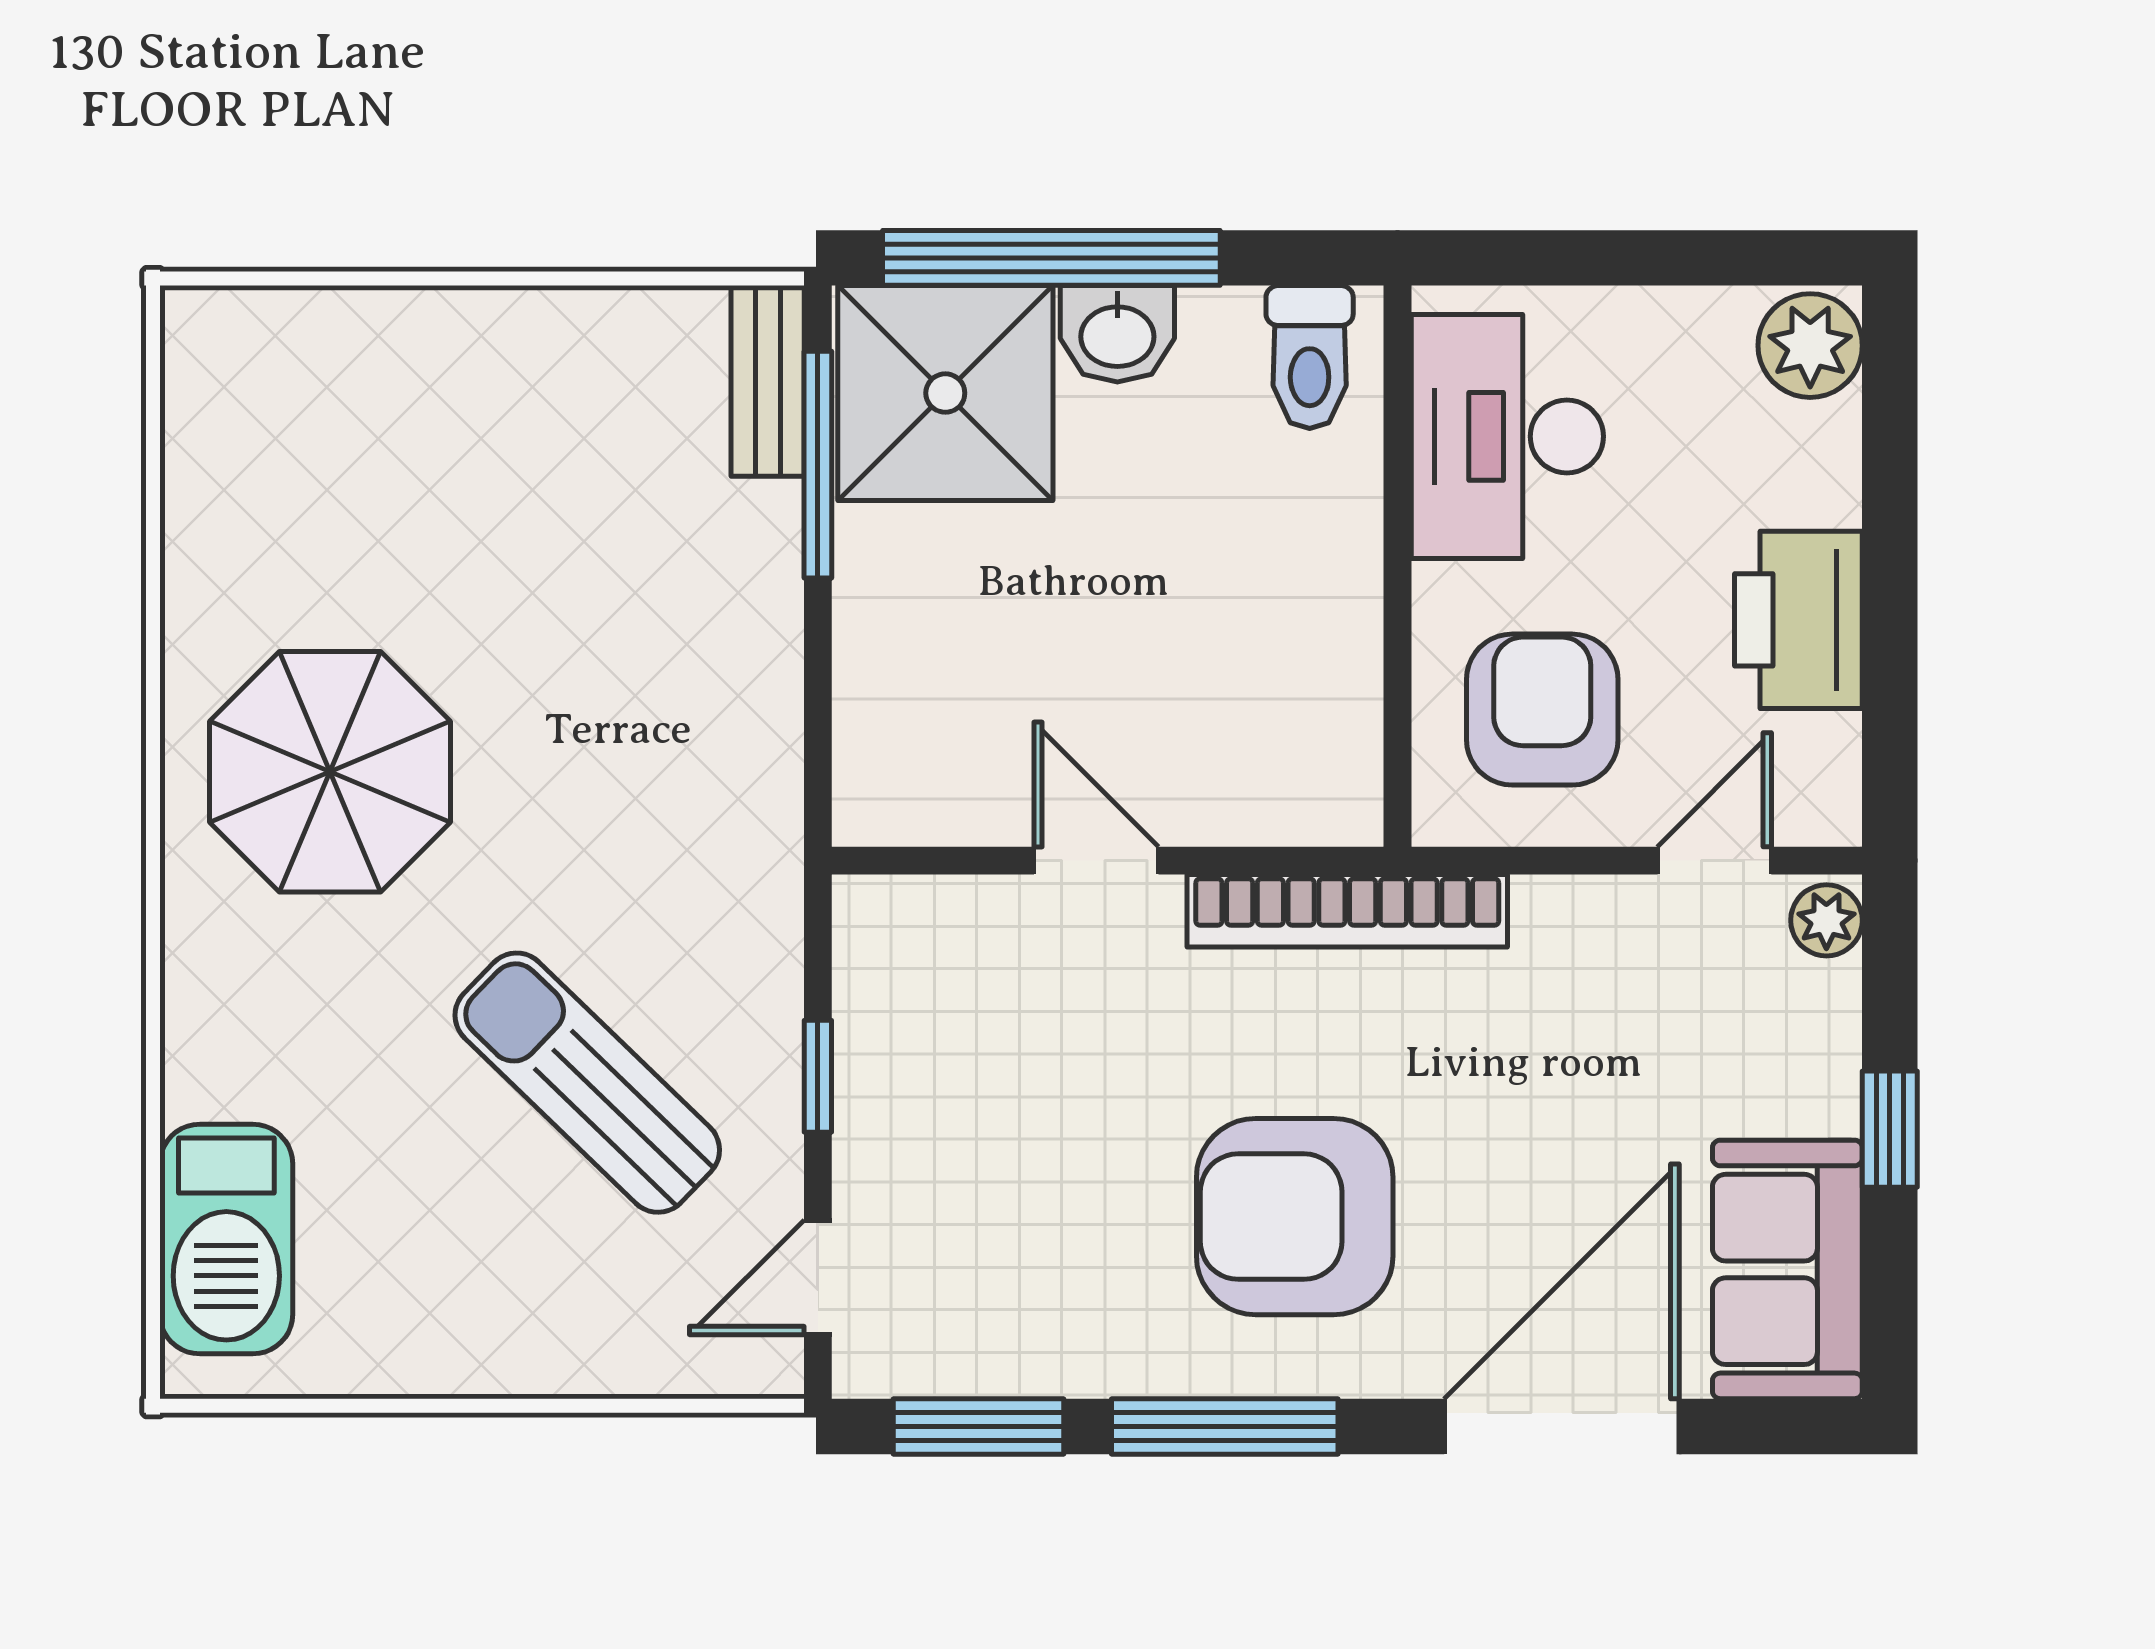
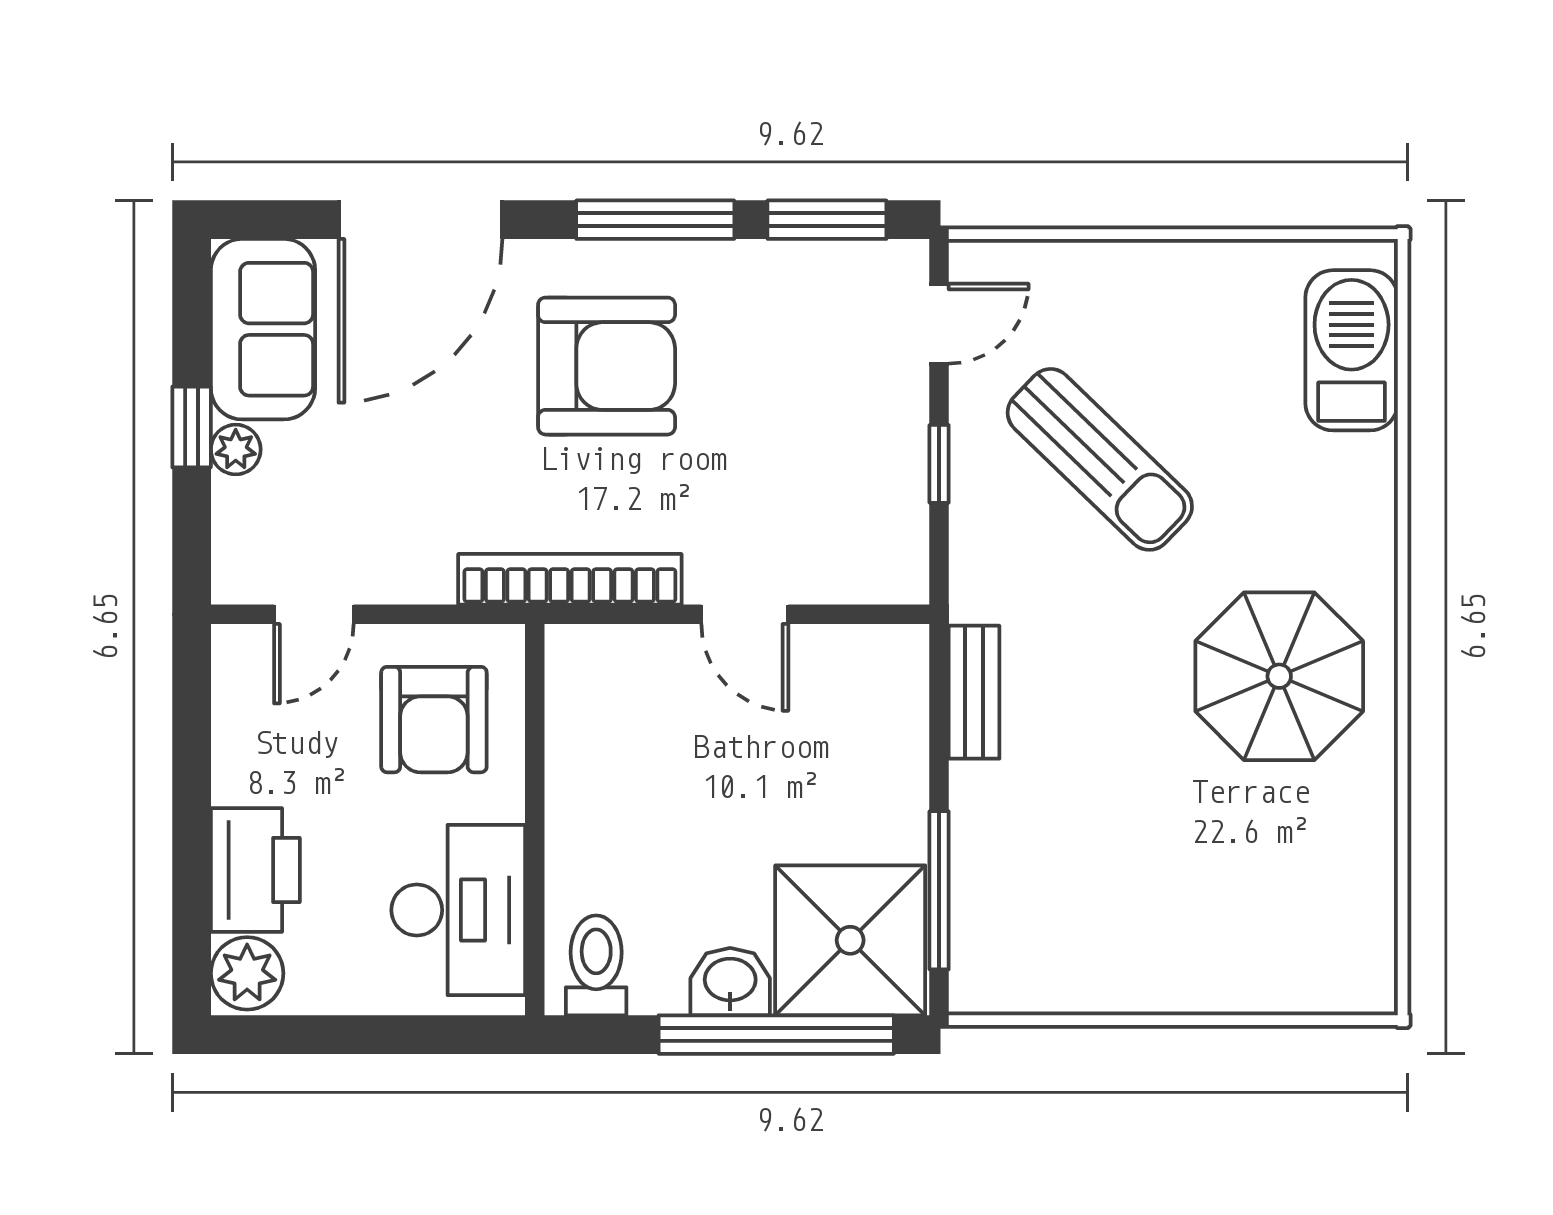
bench: (768, 381) -> (974, 692), moved
printer: (1798, 620) -> (255, 870), moved
plant: (1826, 920) -> (236, 449), moved

